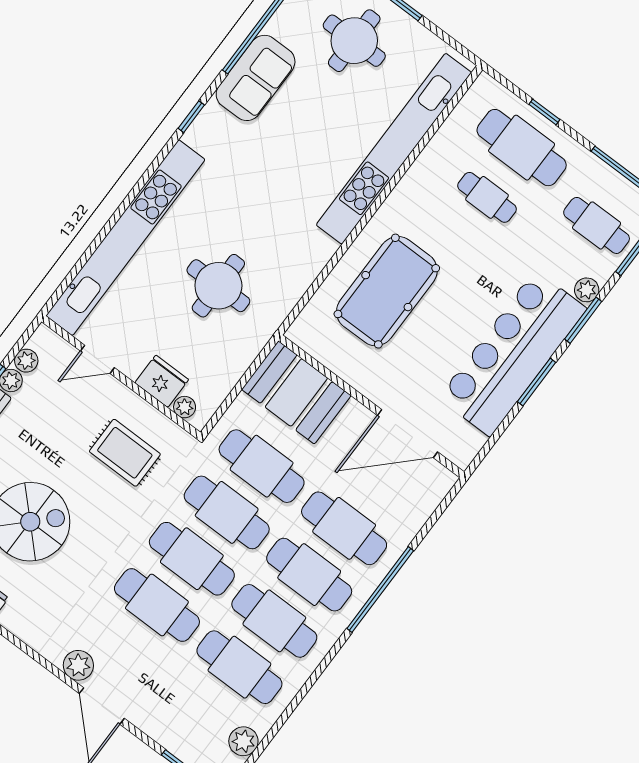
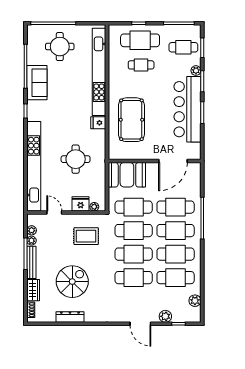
fridge: (317, 248) -> (98, 123), added
door: (97, 359) -> (54, 213), swing flipped
plant: (78, 665) -> (165, 316), moved

